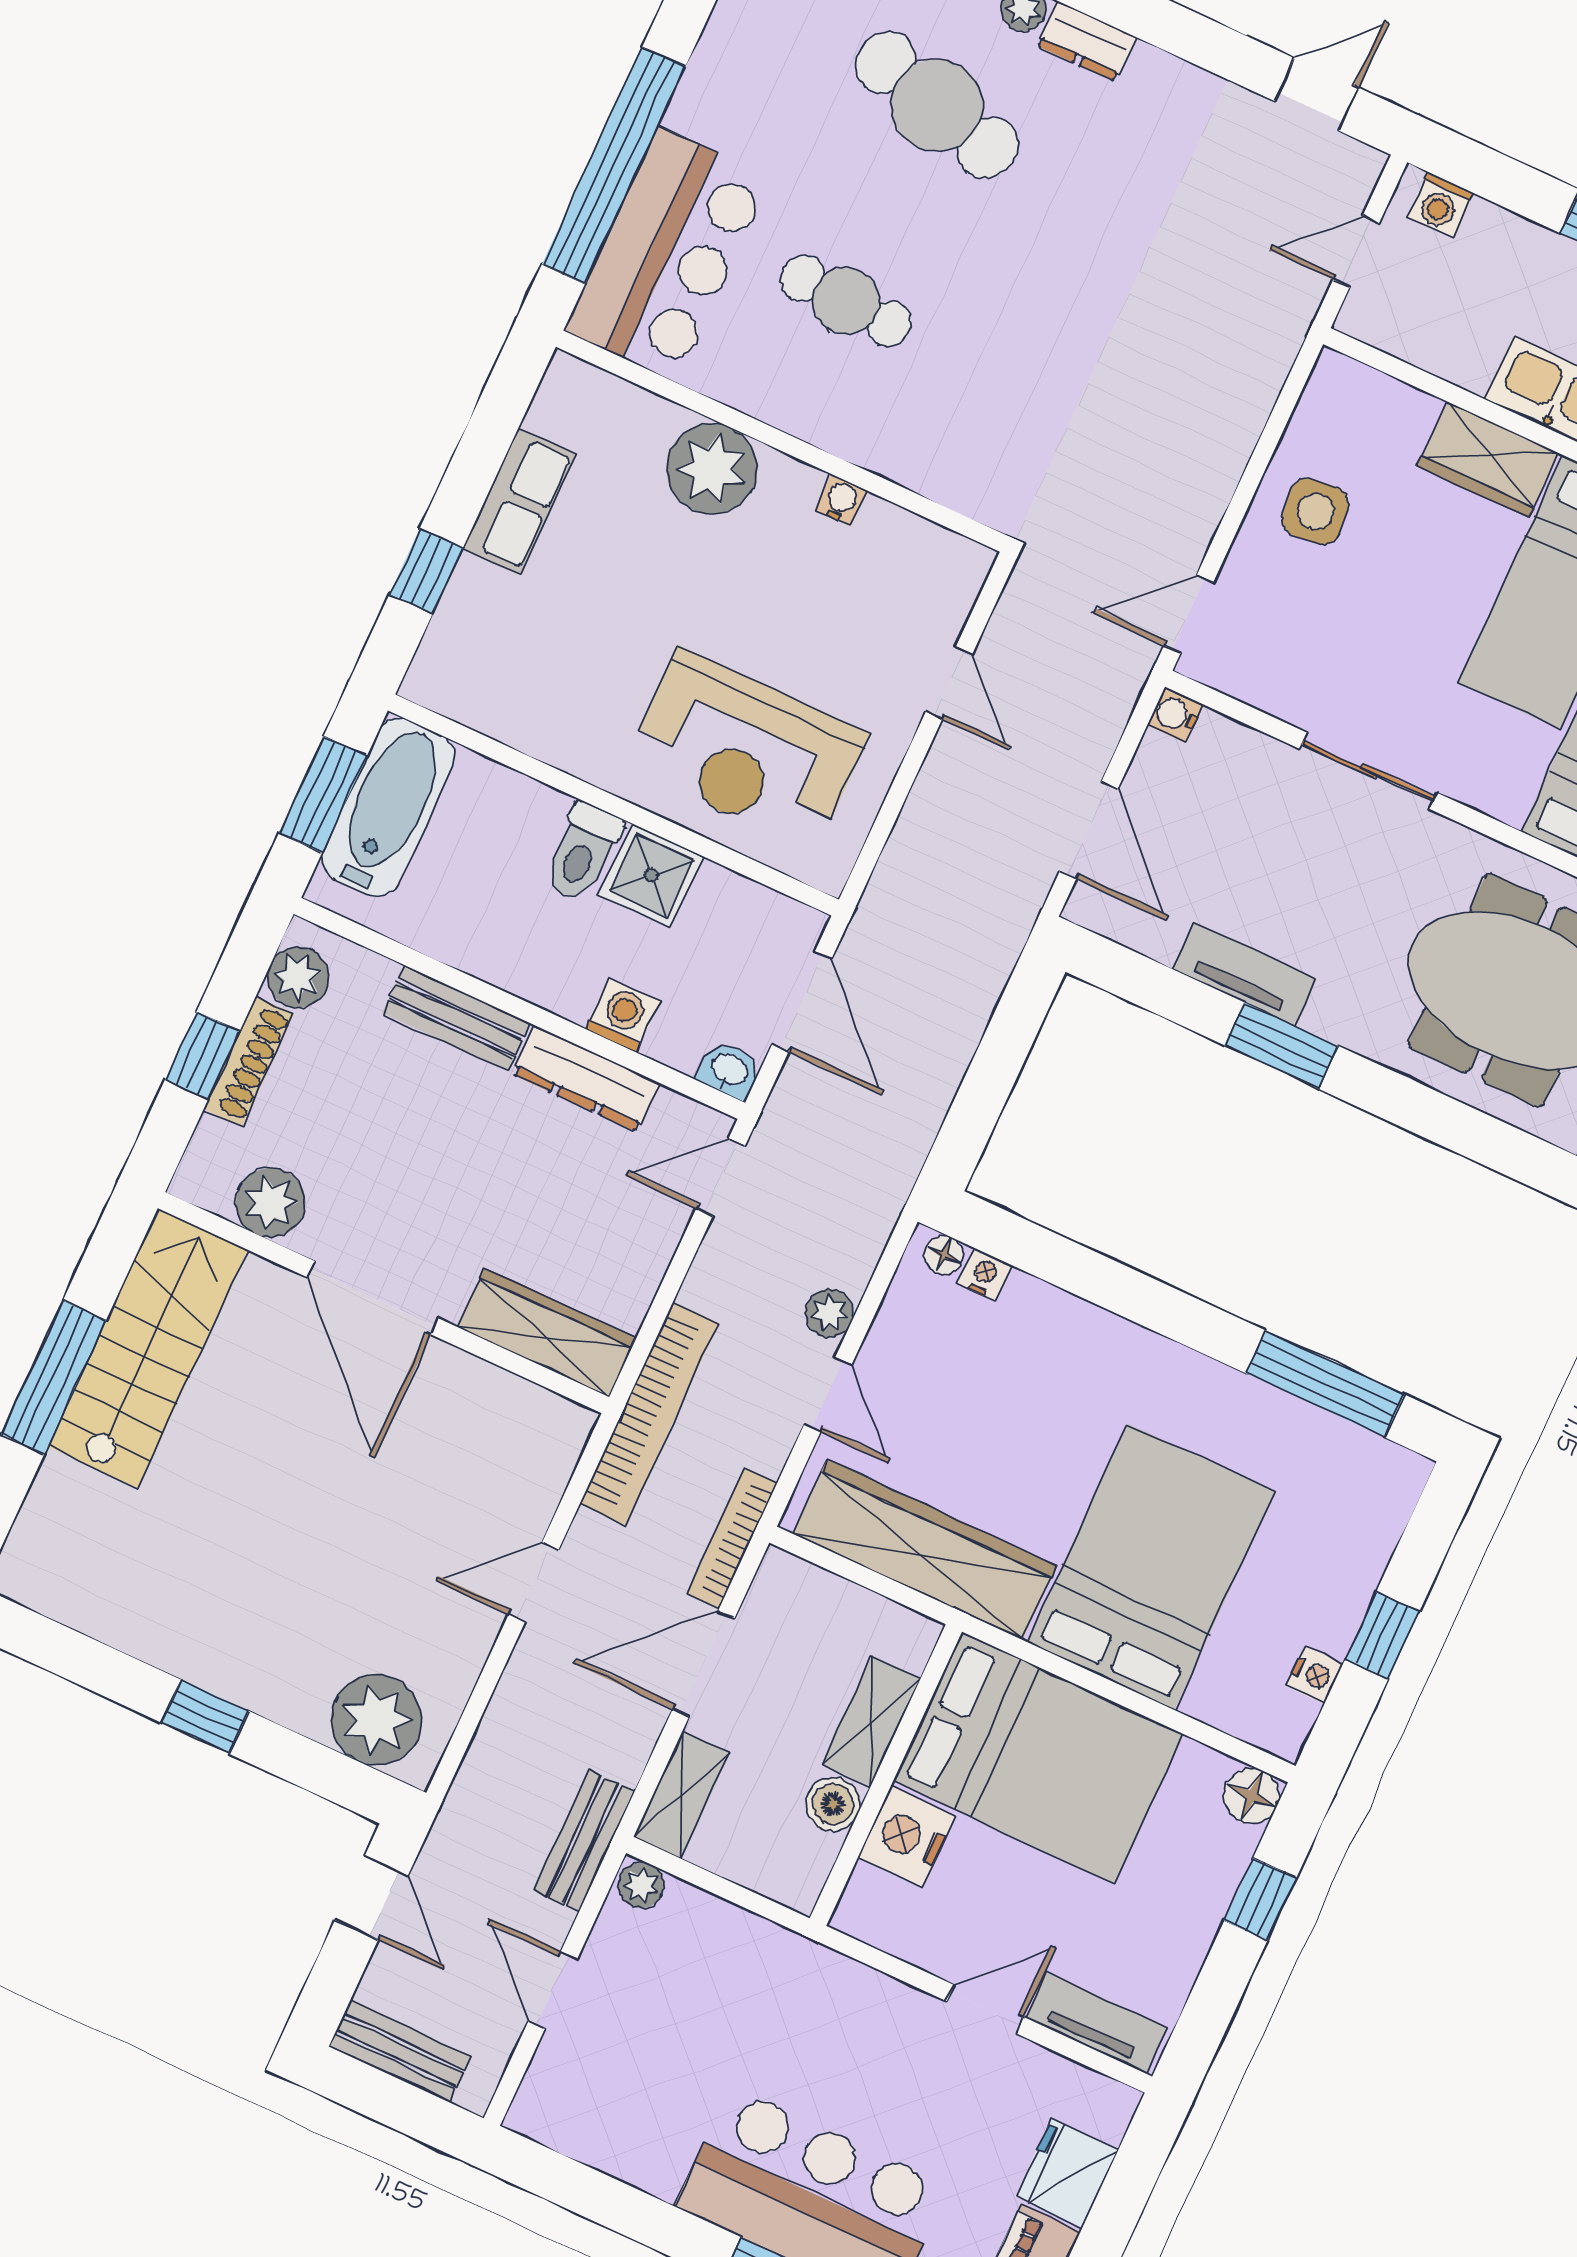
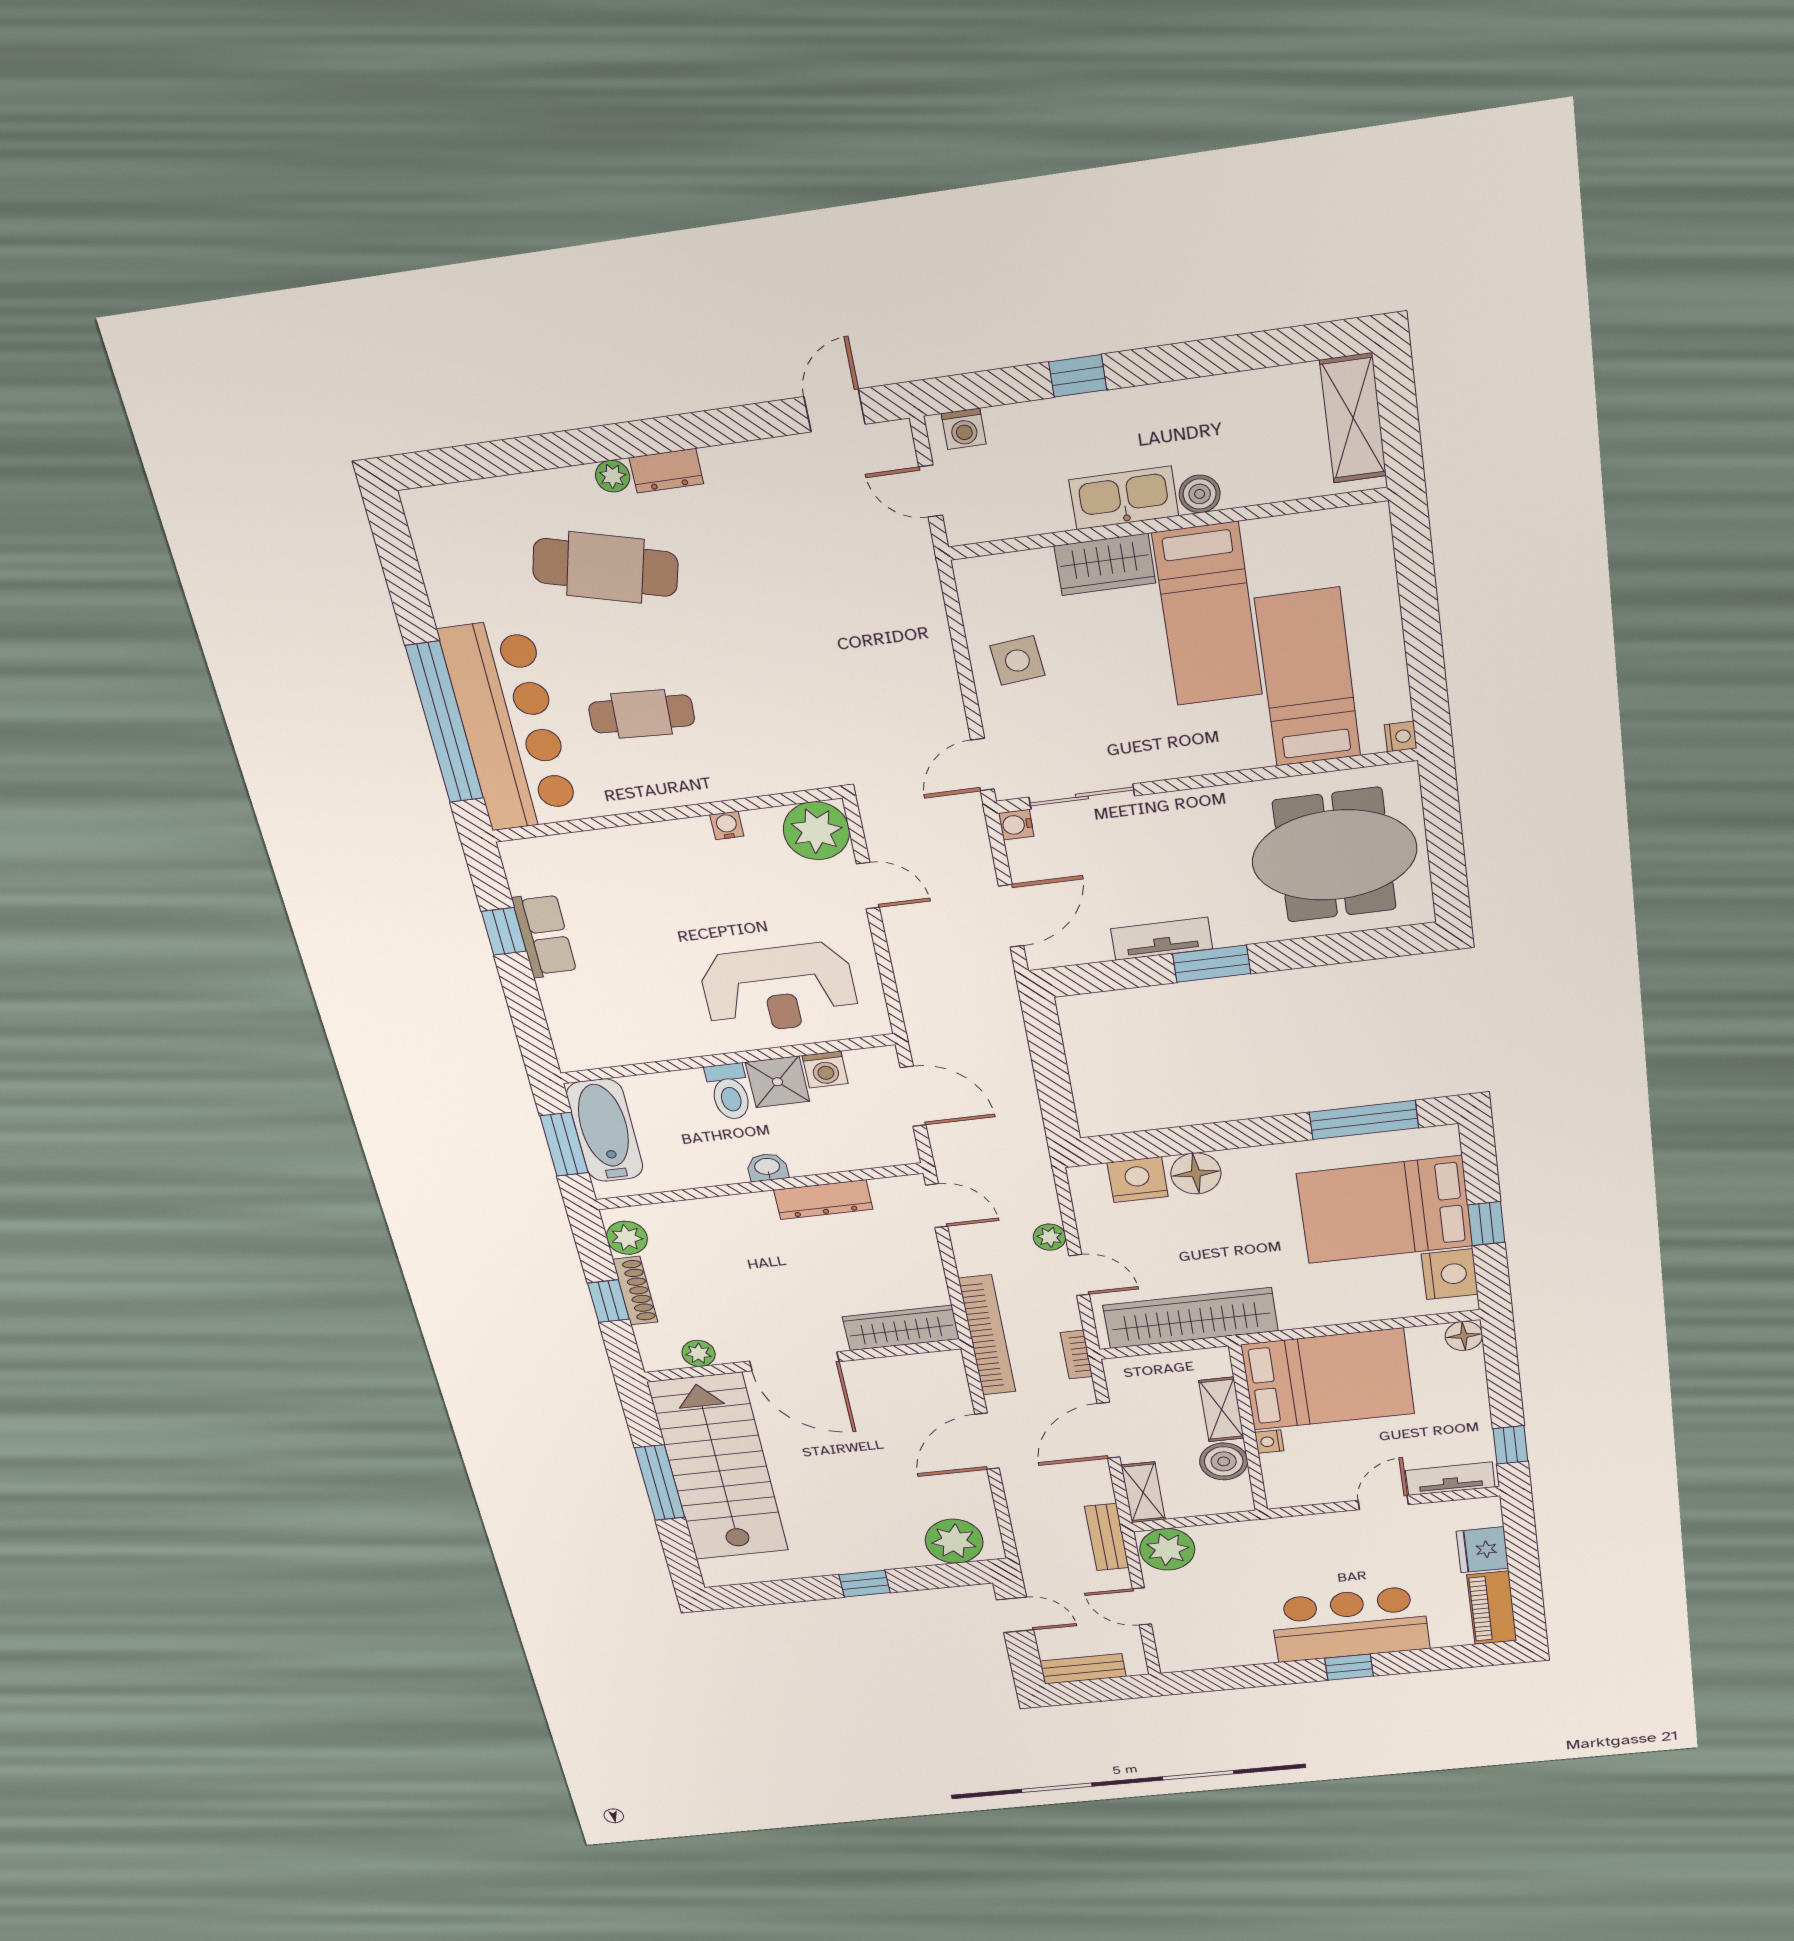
door: (1356, 251) -> (931, 491), hinge flipped
bar counter: (668, 254) -> (509, 726), width x1.36
plant: (712, 469) -> (816, 831), moved
window: (426, 571) -> (504, 931), moved
sliding door: (1368, 771) -> (1082, 797), moved
door: (1089, 830) -> (1011, 916), hinge flipped
washing machine: (623, 1015) -> (825, 1070), moved, turned 180
bench: (456, 1018) -> (728, 1210), removed
washbasin: (729, 1070) -> (767, 1167), moved
door: (721, 1177) -> (937, 1206), swing flipped
plant: (271, 1203) -> (699, 1353), width x0.73, depth x0.73
floor lamp: (944, 1255) -> (1196, 1173), moved, width x1.89, depth x1.89
nightstand: (984, 1274) -> (1138, 1180), width x1.89, depth x1.79
stairs: (148, 1348) -> (719, 1467), width x1.36, depth x1.51
bookcase: (732, 1538) -> (1076, 1355), width x0.64
bed: (1151, 1567) -> (1385, 1210), moved, turned -90
door: (534, 1582) -> (987, 1441), width x1.38
nightstand: (1315, 1675) -> (1450, 1274), width x1.89, depth x1.79
boiler: (833, 1804) -> (1224, 1461), width x1.36, depth x1.36
nightstand: (906, 1837) -> (1269, 1442), width x0.53, depth x0.56
plant: (641, 1885) -> (1167, 1549), width x1.88, depth x1.88
window: (1260, 1899) -> (1510, 1445), moved

